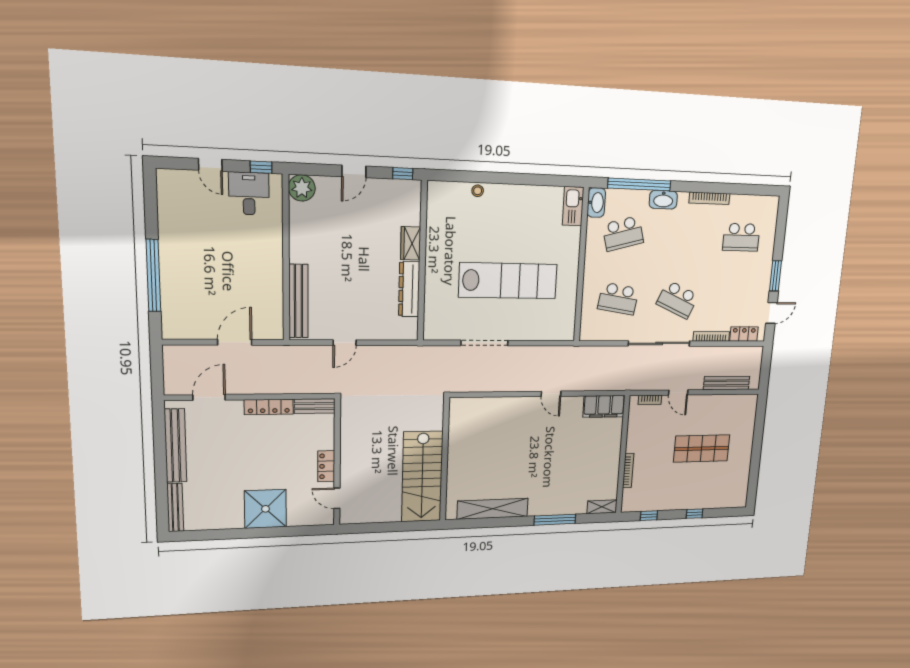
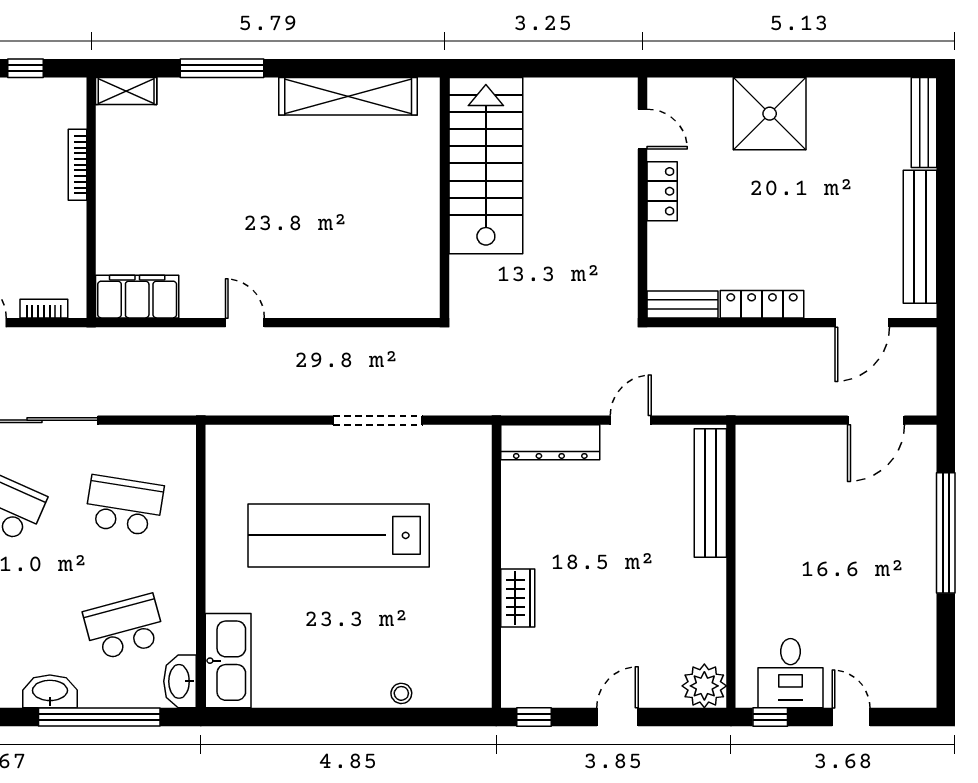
kitchen sink: (573, 206) -> (228, 661), width x1.36, depth x1.24
dresser: (409, 289) -> (550, 442), moved, turned 90
door: (235, 342) -> (876, 420), moved

